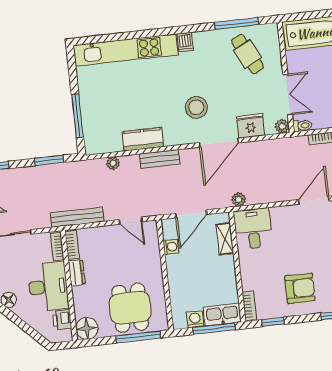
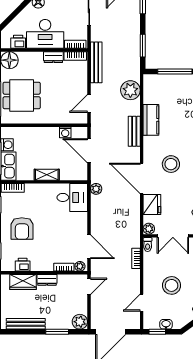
plant: (113, 163) -> (130, 90), width x1.87, depth x1.87
shelving: (225, 239) -> (47, 175), moved

